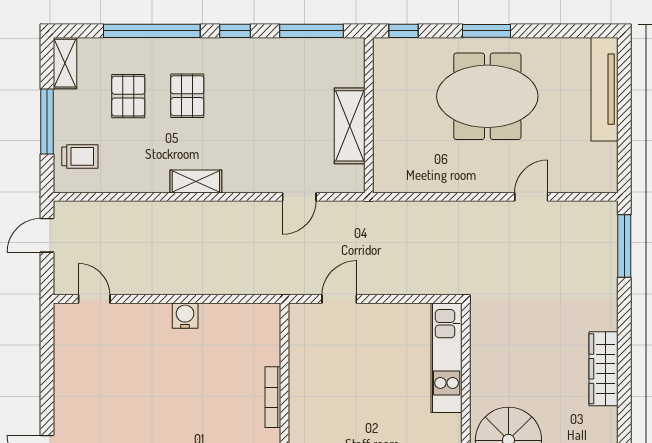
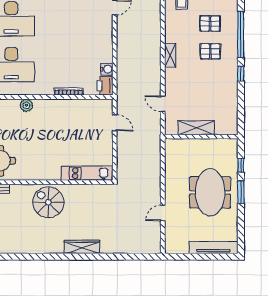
window: (312, 31) -> (241, 110), removed
window: (403, 31) -> (241, 165), moved
door: (531, 197) -> (163, 213), swing flipped
window: (624, 246) -> (140, 257), removed
water cooler: (185, 316) -> (107, 69), moved
printer: (260, 320) -> (105, 86), added

